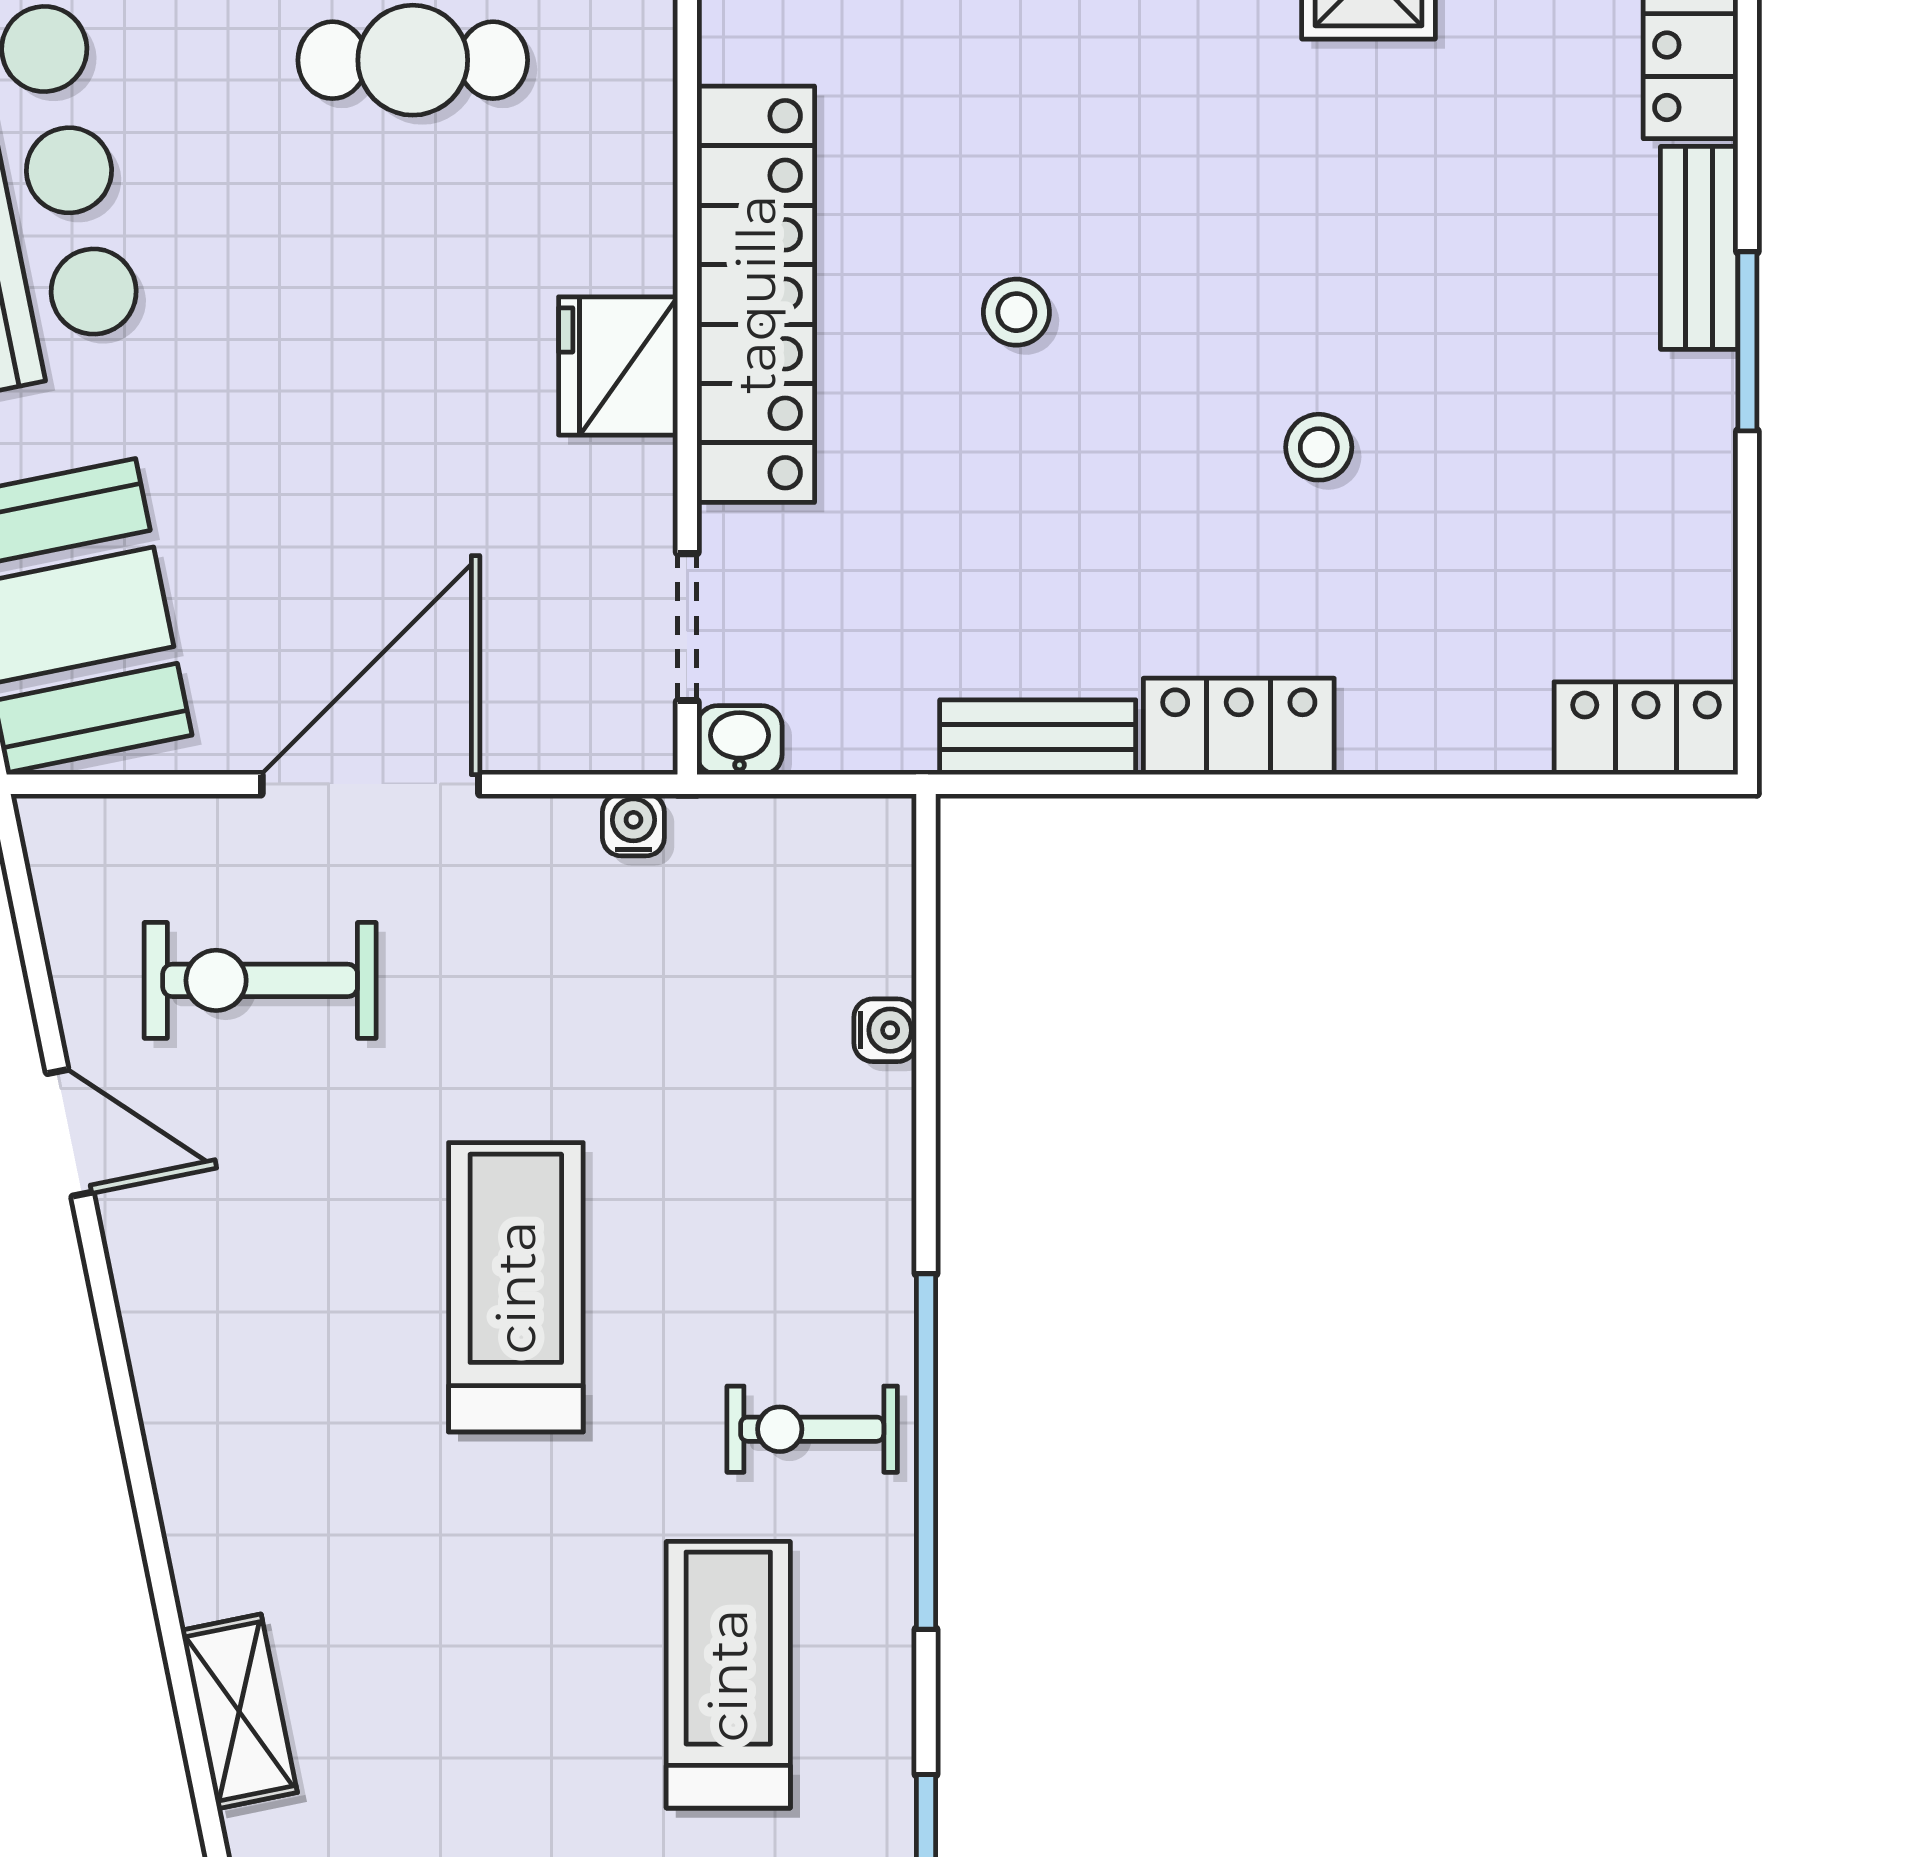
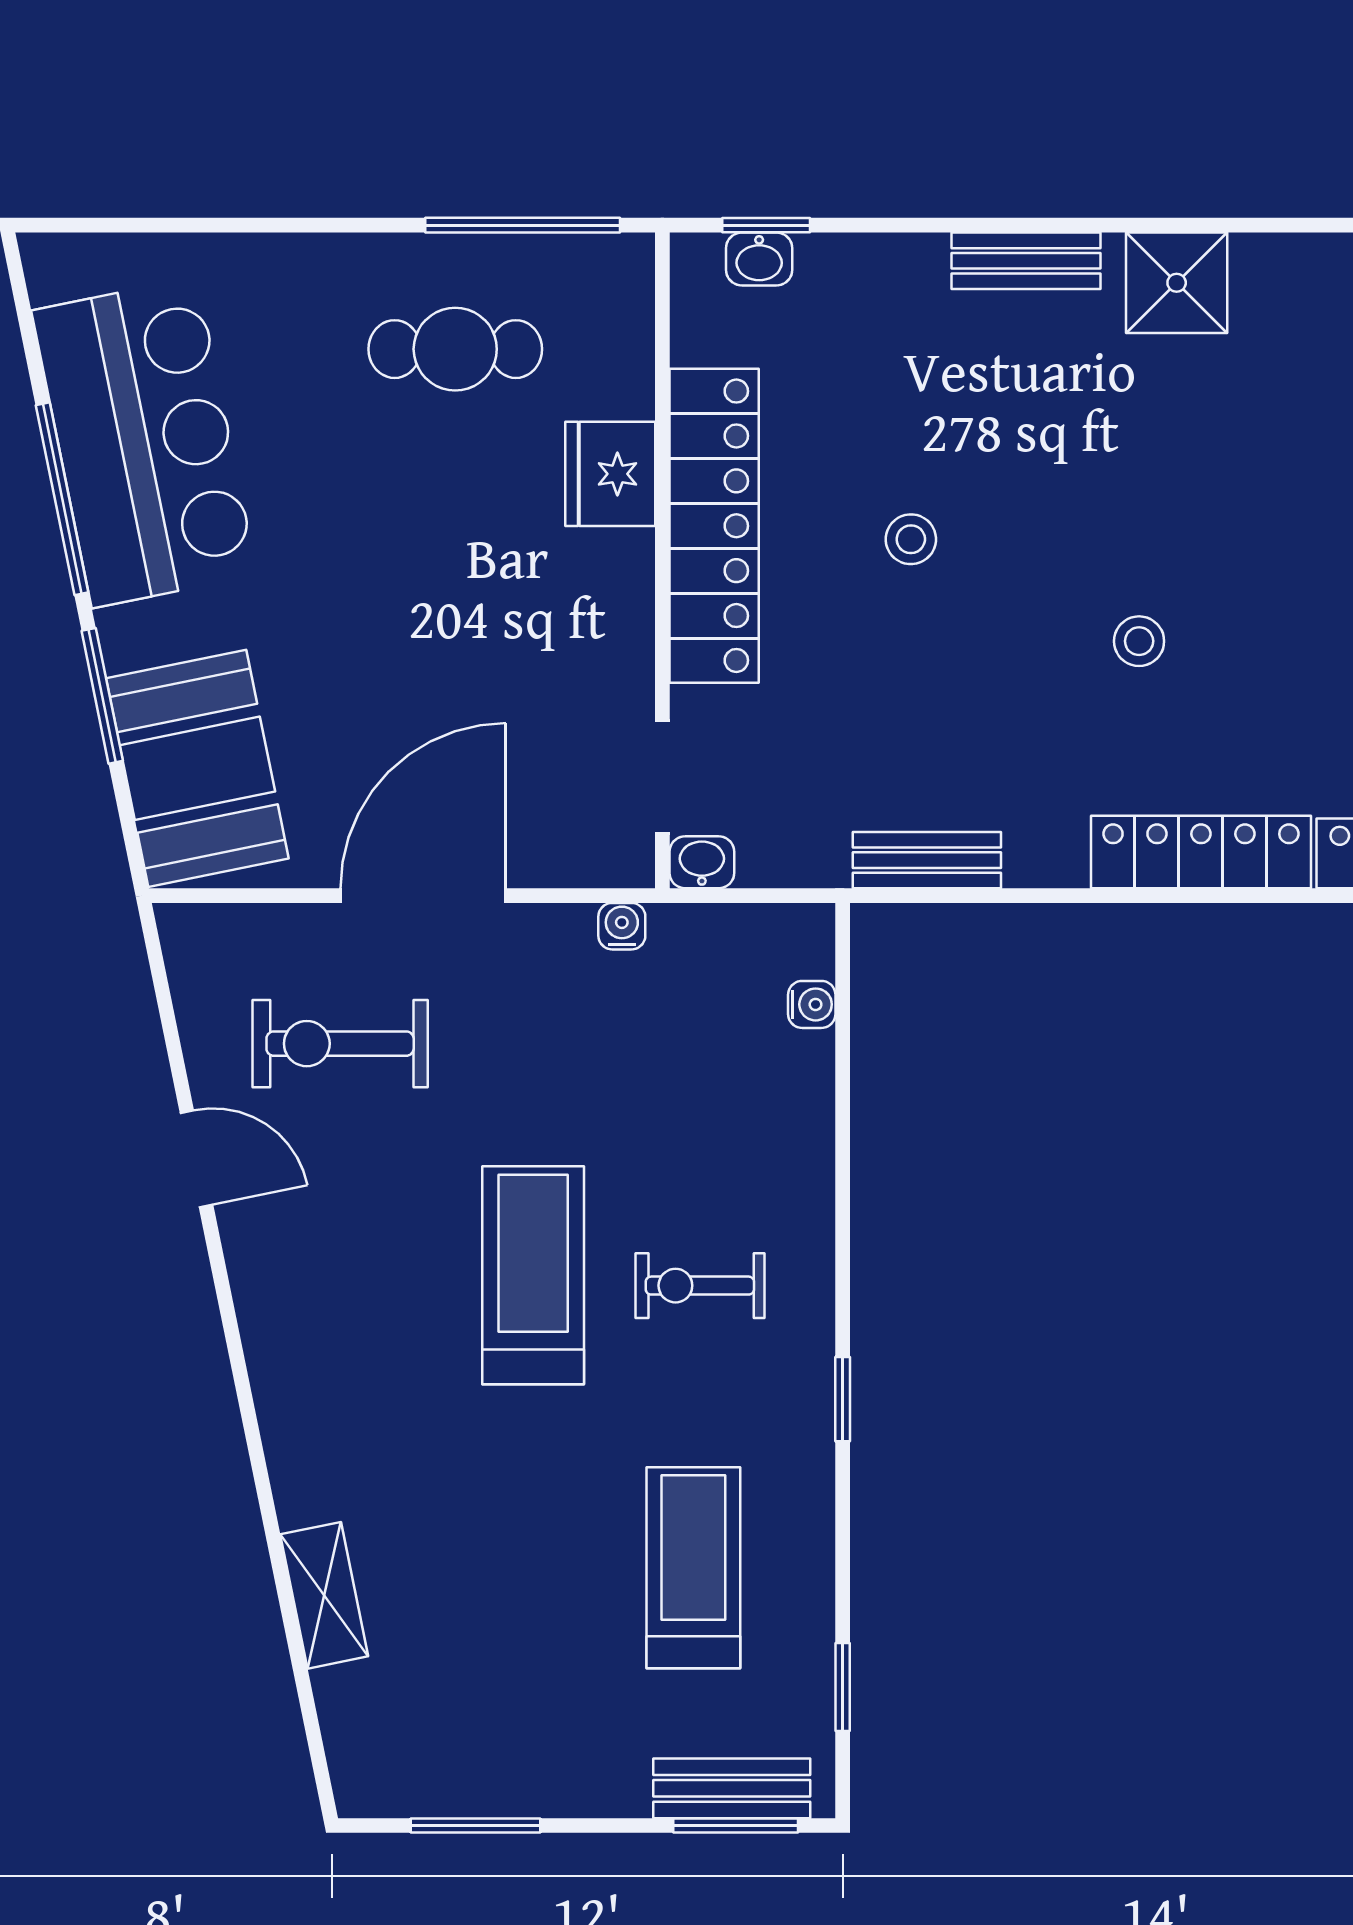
fridge: (618, 366) -> (610, 474), moved
locker: (1239, 726) -> (1201, 852), moved, width x1.53
water cooler: (885, 1030) -> (812, 1004), moved
exercise bike: (812, 1429) -> (700, 1286), moved
window: (926, 1451) -> (843, 1399), width x0.32

